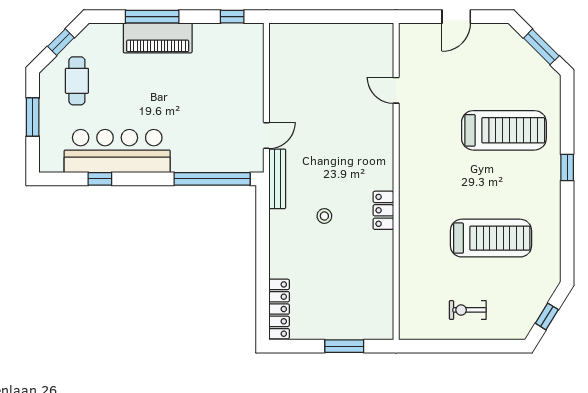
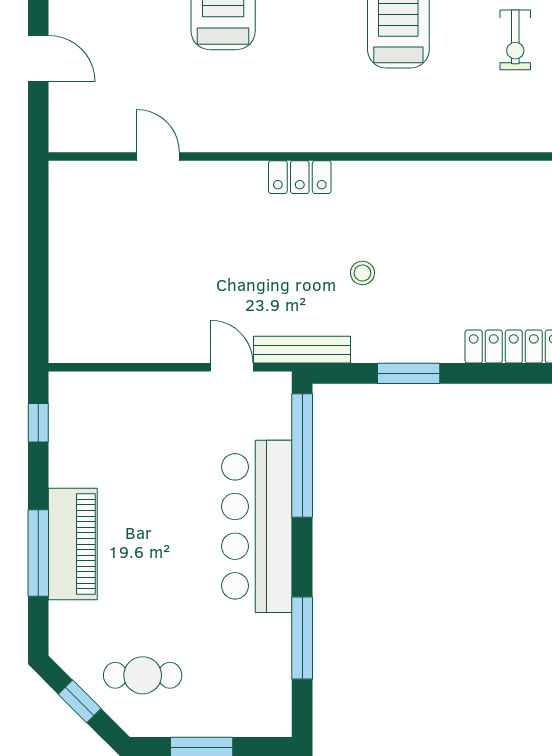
door: (396, 90) -> (158, 156), swing flipped
bar counter: (117, 151) -> (257, 526), moved
window: (100, 179) -> (302, 638), width x2.17
locker: (383, 210) -> (300, 177), moved
window: (263, 244) -> (409, 373), added

